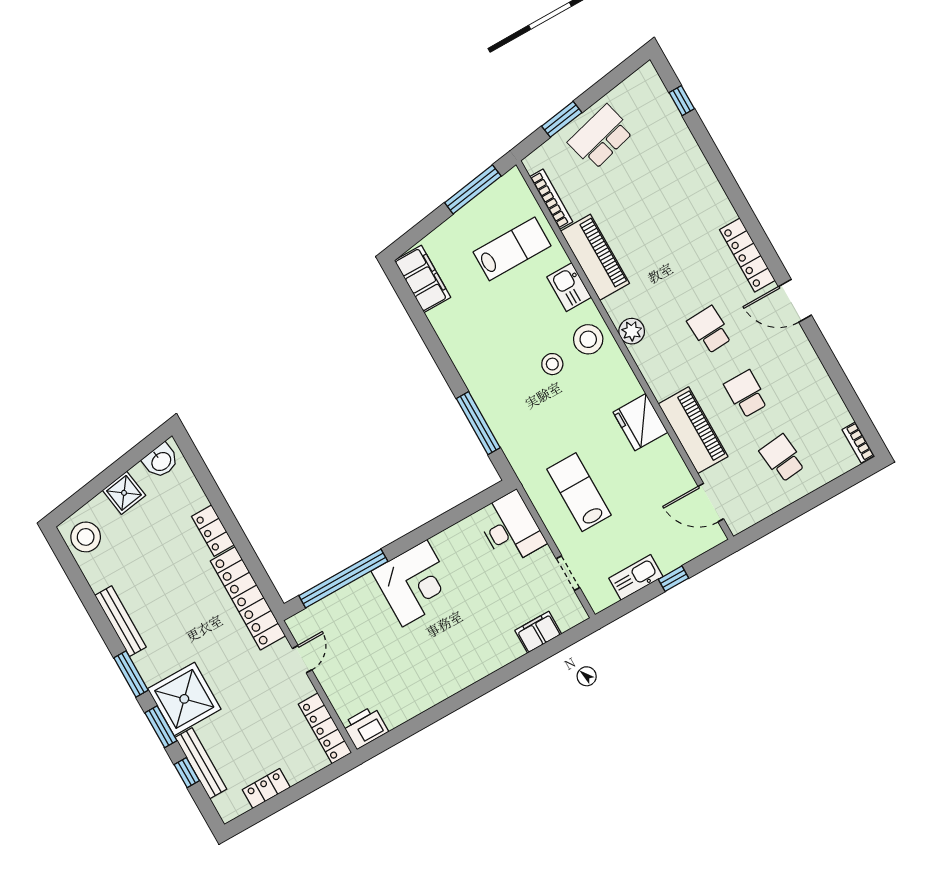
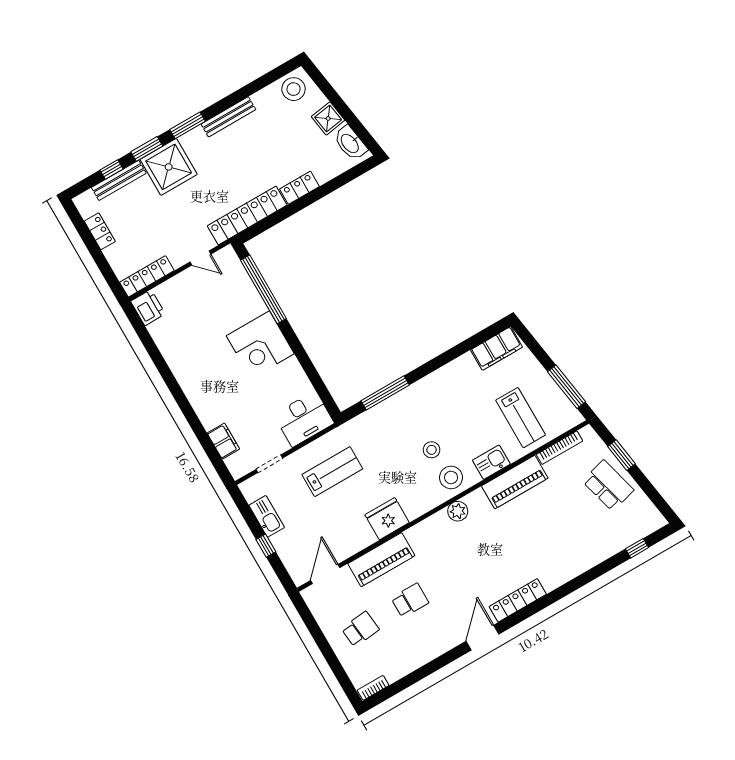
school desk: (710, 330) -> (459, 572), removed
washbasin: (161, 461) -> (350, 143), width x1.38

